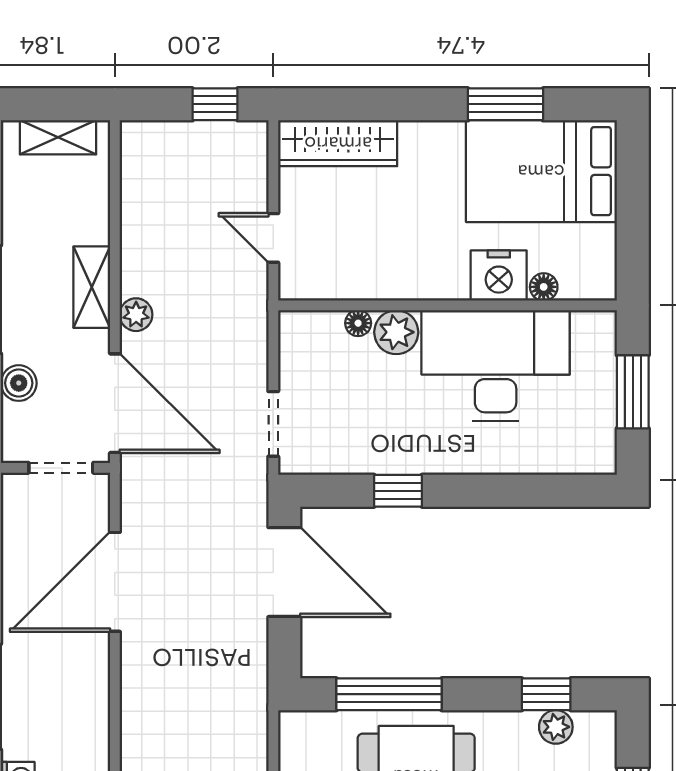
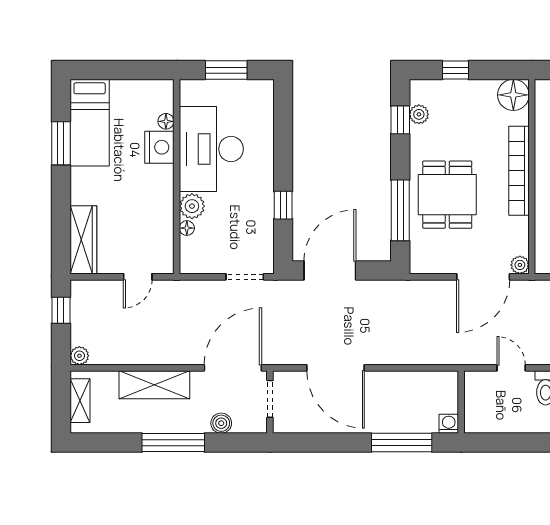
bed: (541, 171) -> (90, 123), width x0.67
shelving: (92, 287) -> (154, 385), width x1.50, depth x1.33
plant: (136, 315) -> (79, 356), moved

